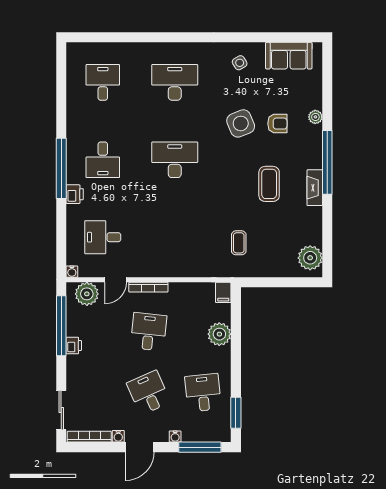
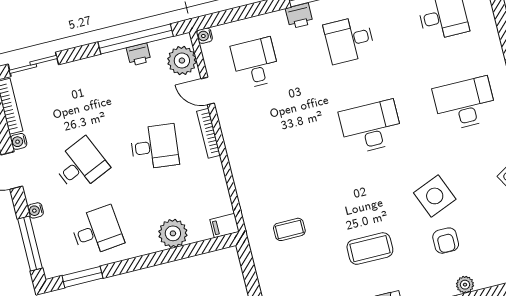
desk: (175, 82) -> (465, 104), turned -90
desk: (175, 160) -> (371, 127), turned -90
printer: (74, 346) -> (139, 54), moved

